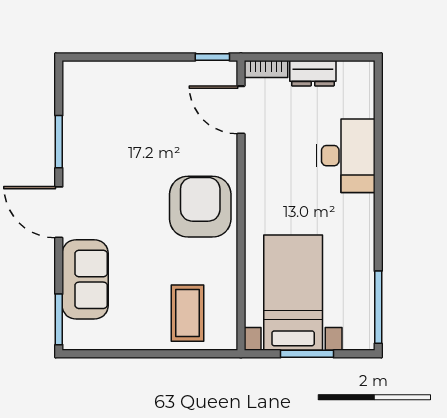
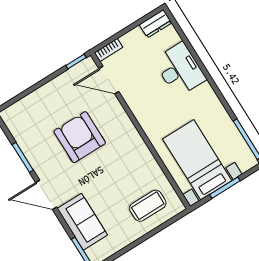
dresser: (313, 73) -> (156, 24), moved
armchair: (200, 207) -> (80, 137), moved
coffee table: (187, 313) -> (148, 206), turned 90

